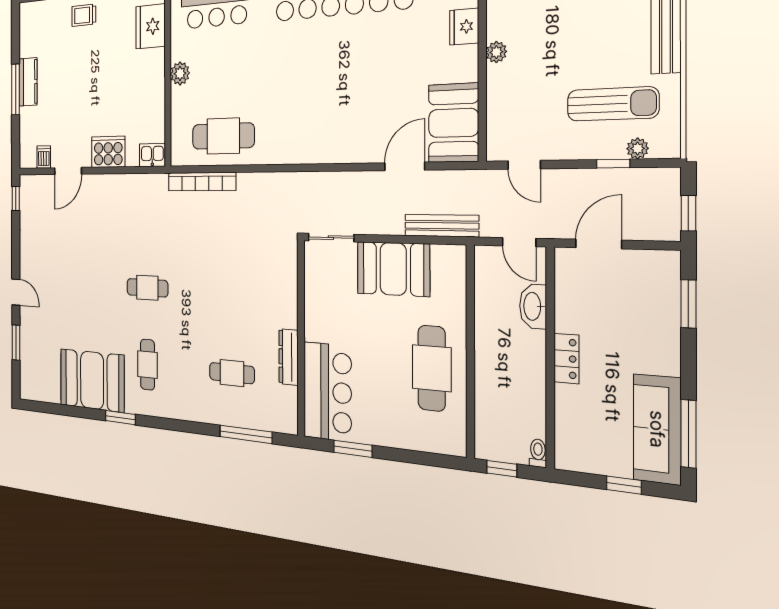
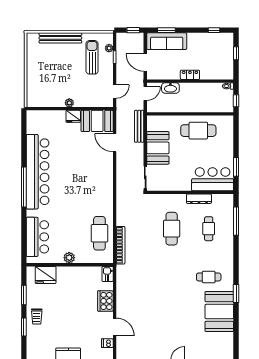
fridge: (464, 27) -> (73, 116), moved
cafe table: (147, 288) -> (172, 229), moved, width x1.37, depth x1.35
sofa: (657, 429) -> (167, 41), moved
window: (688, 434) -> (214, 30), width x0.46

